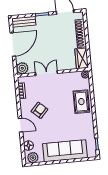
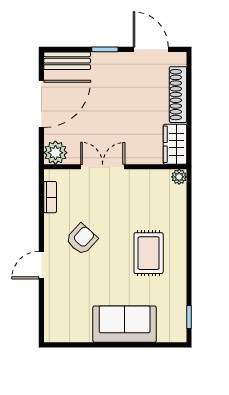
rug: (81, 102) -> (149, 253), moved
door: (20, 125) -> (41, 265), swing flipped
floor lamp: (29, 146) -> (53, 307), removed
sofa: (65, 151) -> (125, 324), width x0.73
plant: (33, 158) -> (60, 332), removed

